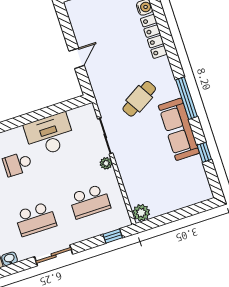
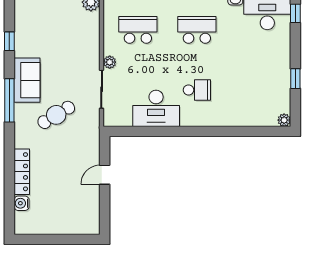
sofa: (179, 129) -> (27, 80), width x0.73

